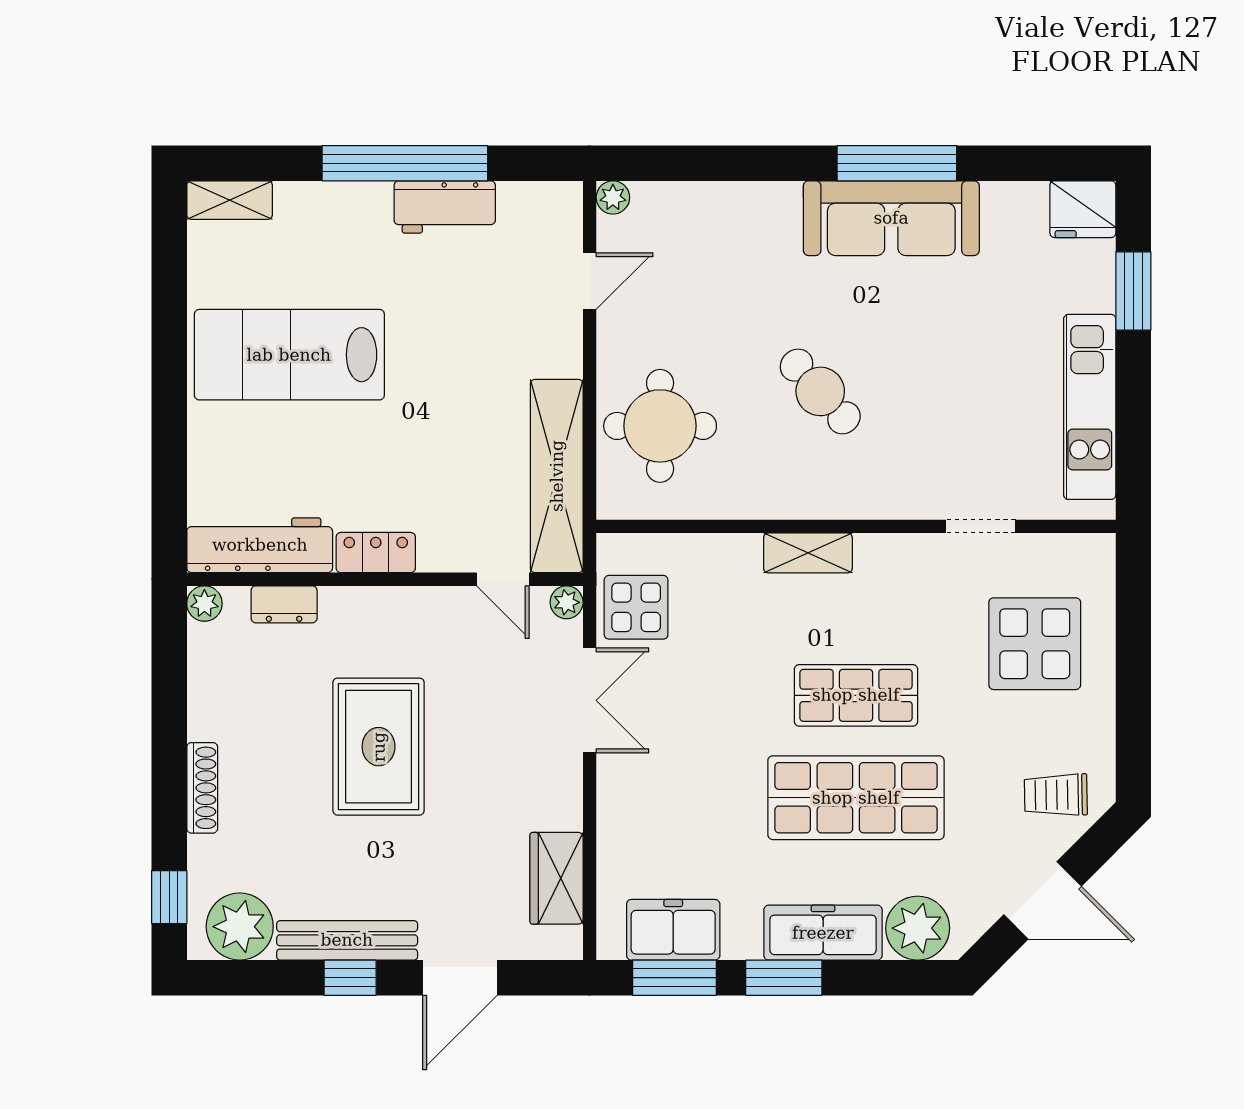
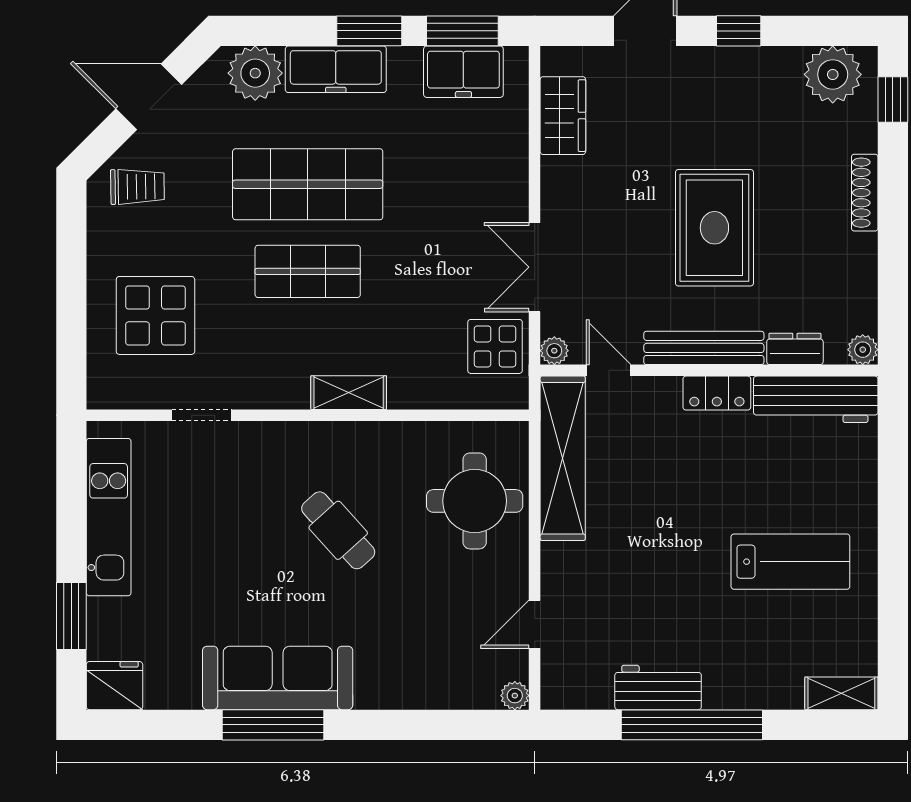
lab bench: (289, 355) -> (790, 562), width x0.73, depth x0.72
bench: (347, 940) -> (704, 348), moved

